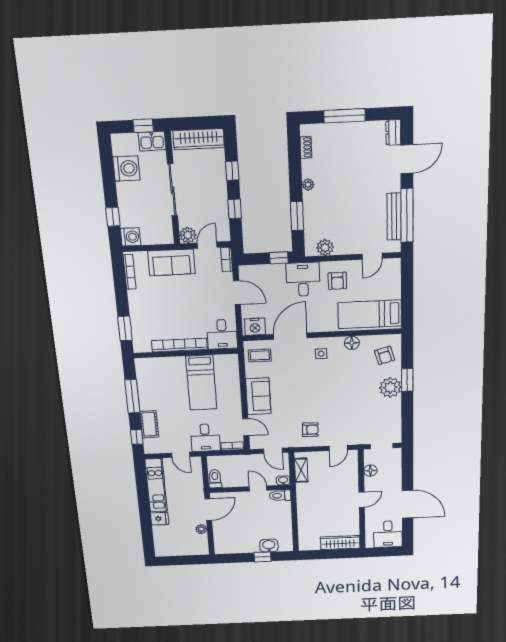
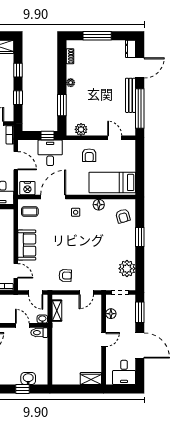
bench: (394, 217) -> (131, 95), moved
door: (372, 256) -> (115, 138), swing flipped
desk: (303, 279) -> (50, 153), moved
plant: (390, 387) -> (127, 269), moved
window: (407, 467) -> (140, 312), added
wardrobe: (340, 543) -> (91, 379), width x0.67

